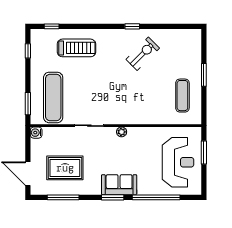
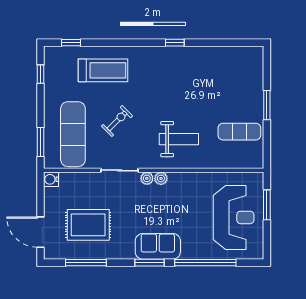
exercise bike: (143, 54) -> (117, 121), moved, width x0.73, depth x0.72
exercise mat: (182, 96) -> (239, 132), turned 90
weight bench: (135, 101) -> (179, 139), added
plant: (111, 132) -> (147, 178), added

